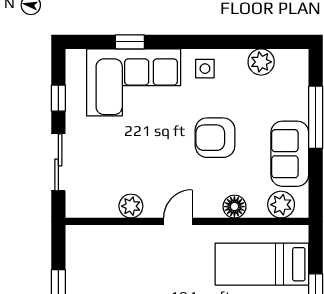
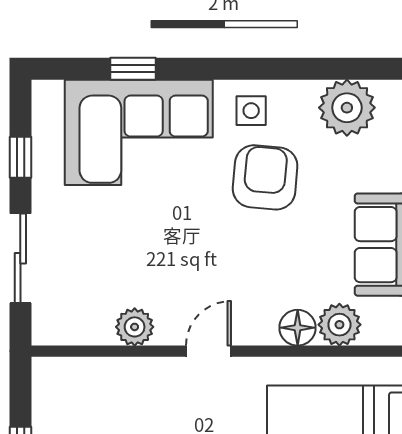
plant: (261, 62) -> (347, 108), width x1.36, depth x1.36
armchair: (215, 138) -> (265, 177), moved, turned 95
plant: (281, 205) -> (339, 325), moved

